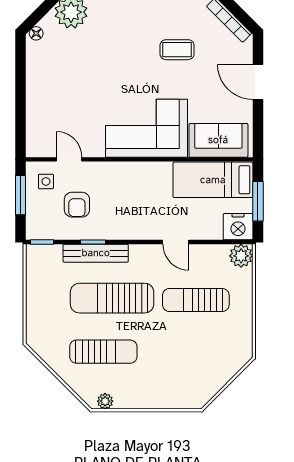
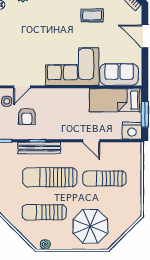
door: (69, 159) -> (22, 87), swing flipped
plant: (241, 256) -> (134, 150), removed
sun lounger: (103, 352) -> (44, 212), turned 180
parasol: (174, 373) -> (90, 226), added

